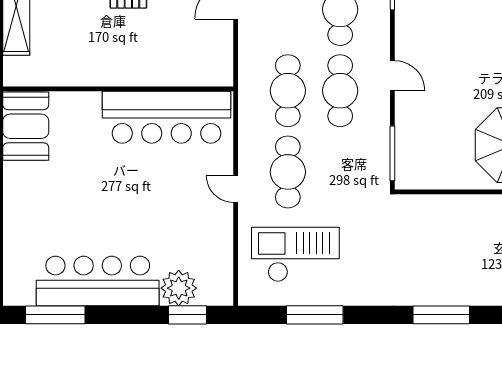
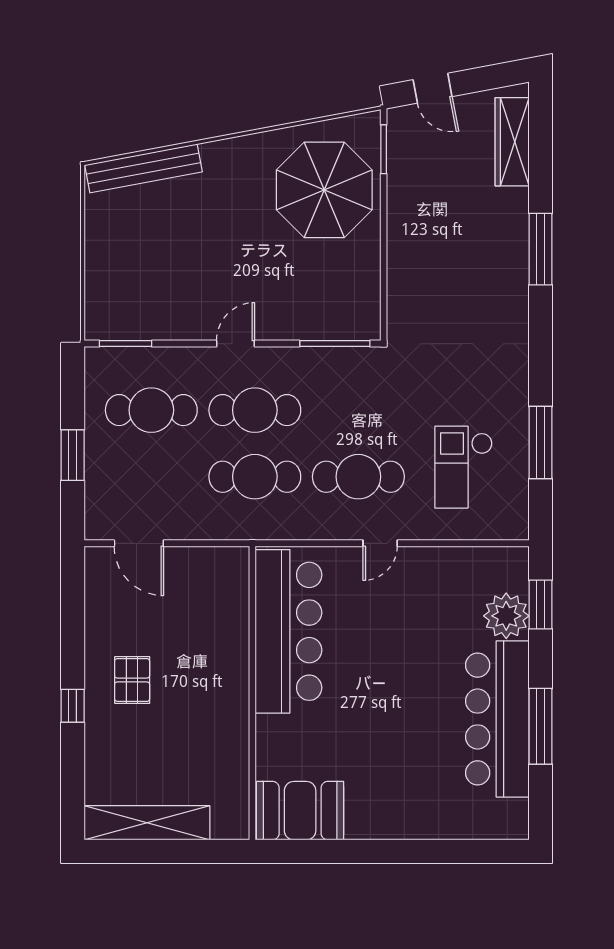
checkout: (295, 254) -> (463, 467), width x0.73, depth x0.83
window: (55, 315) -> (541, 726), moved
window: (441, 315) -> (541, 249), moved

